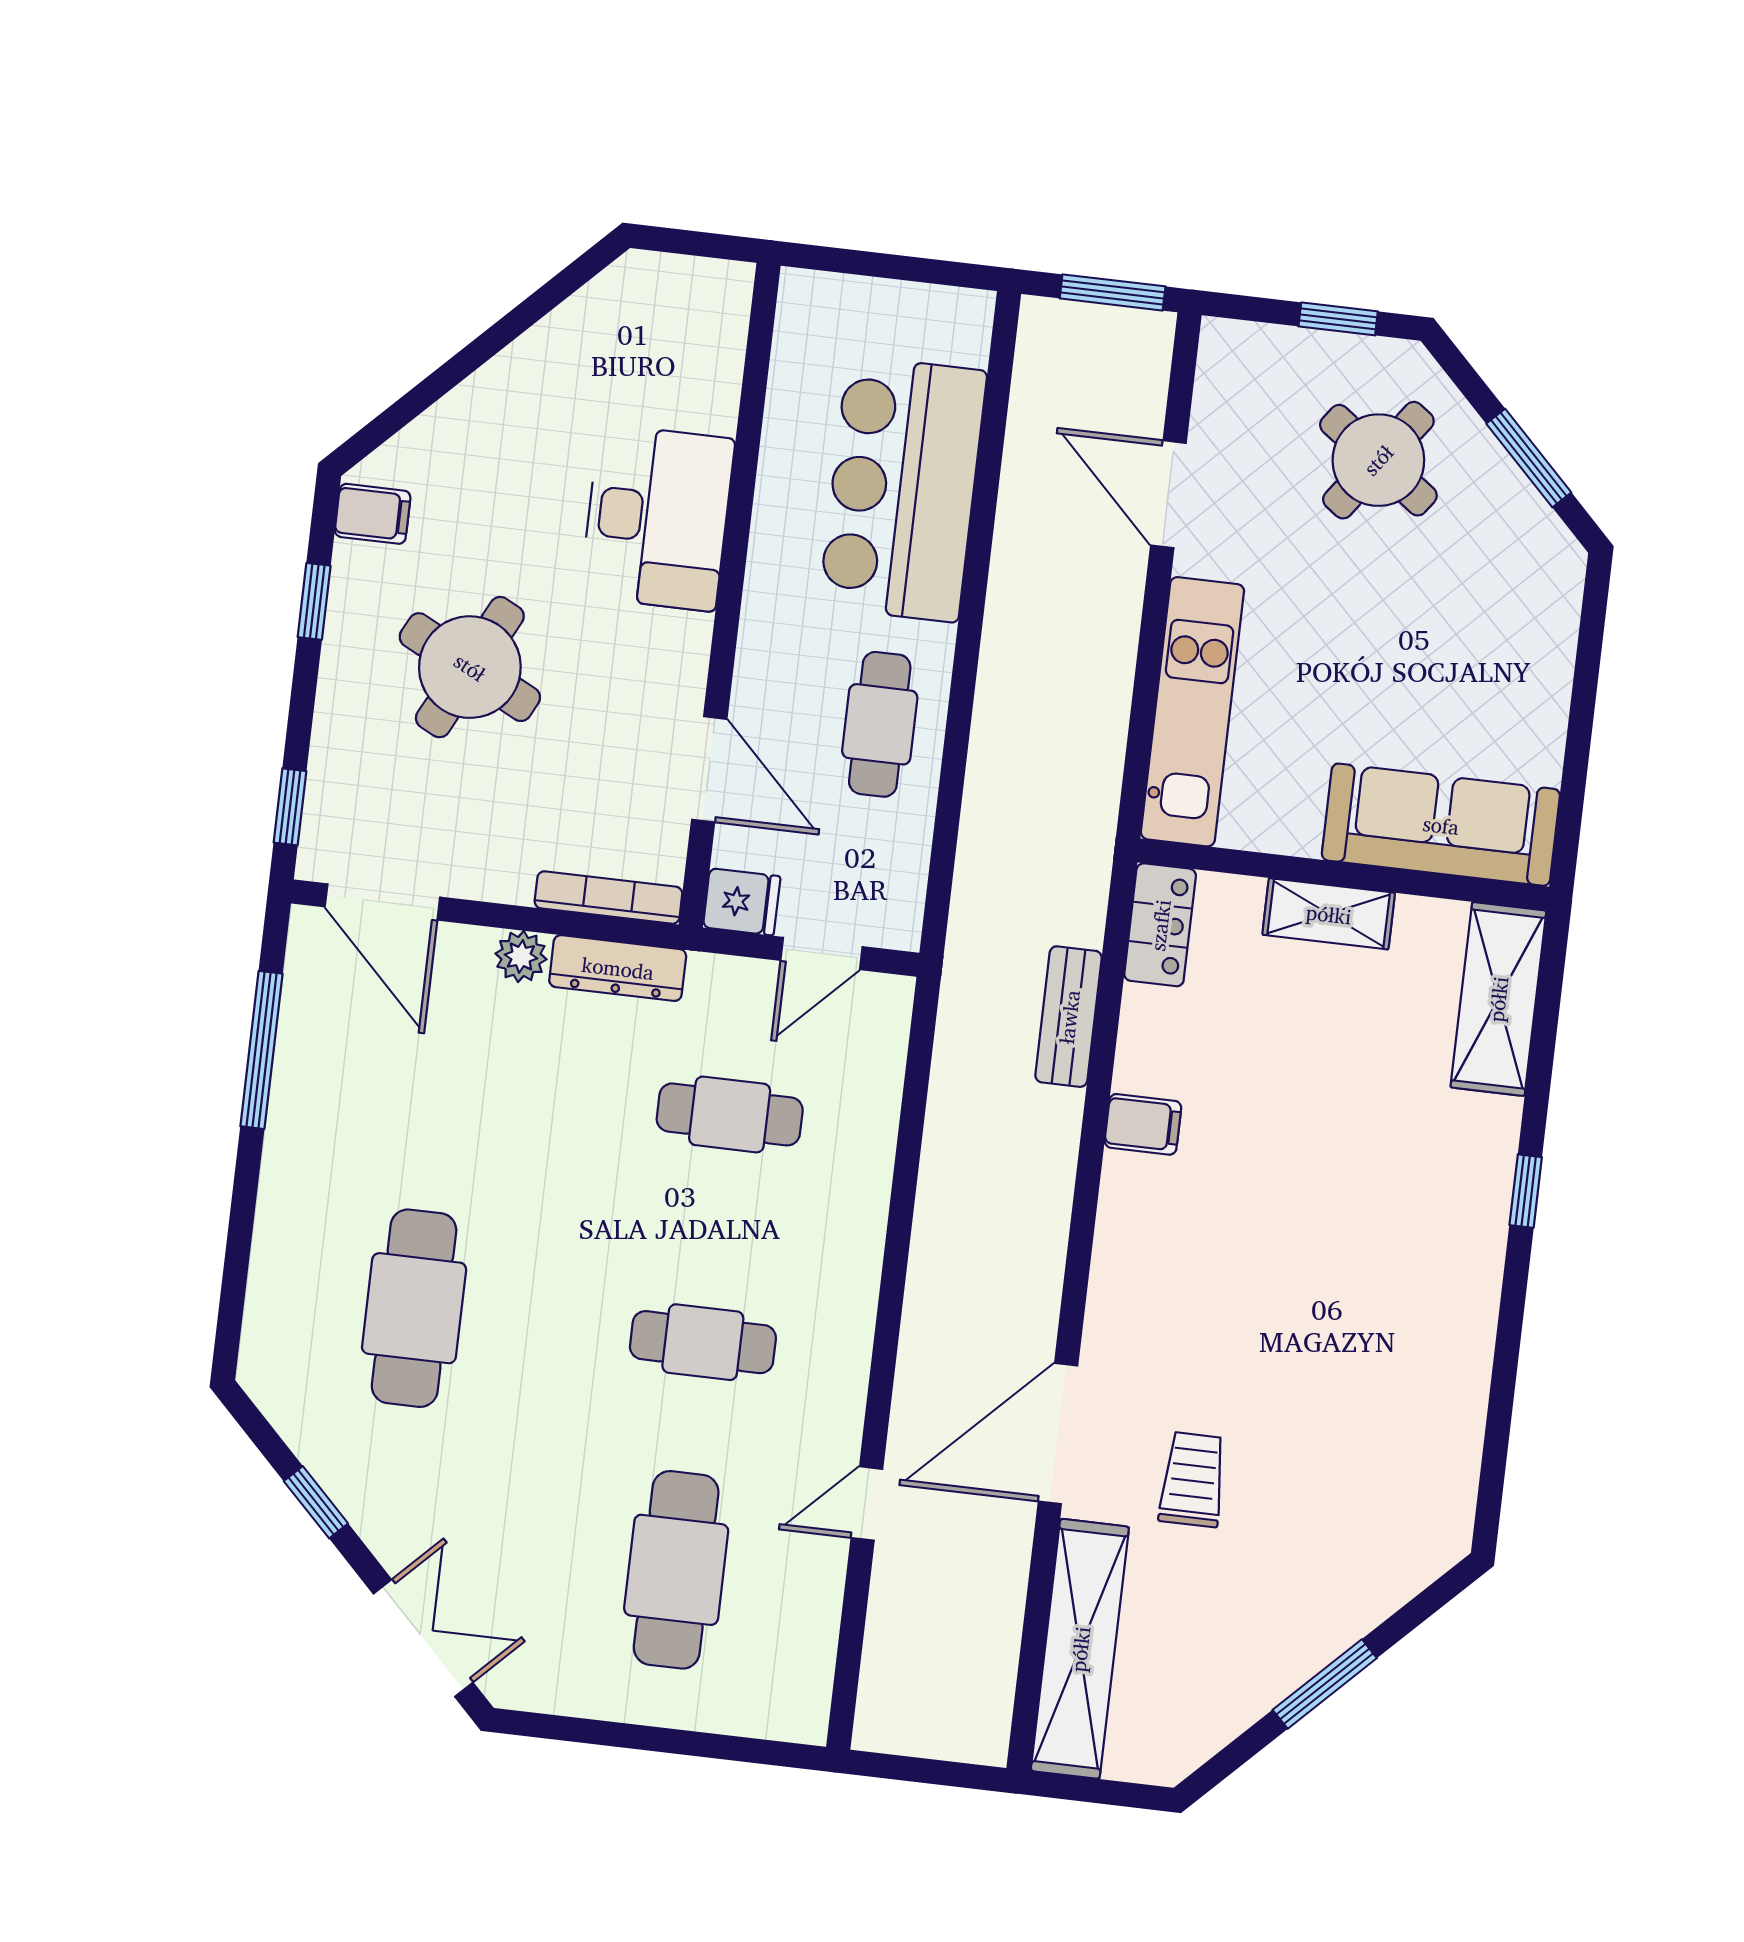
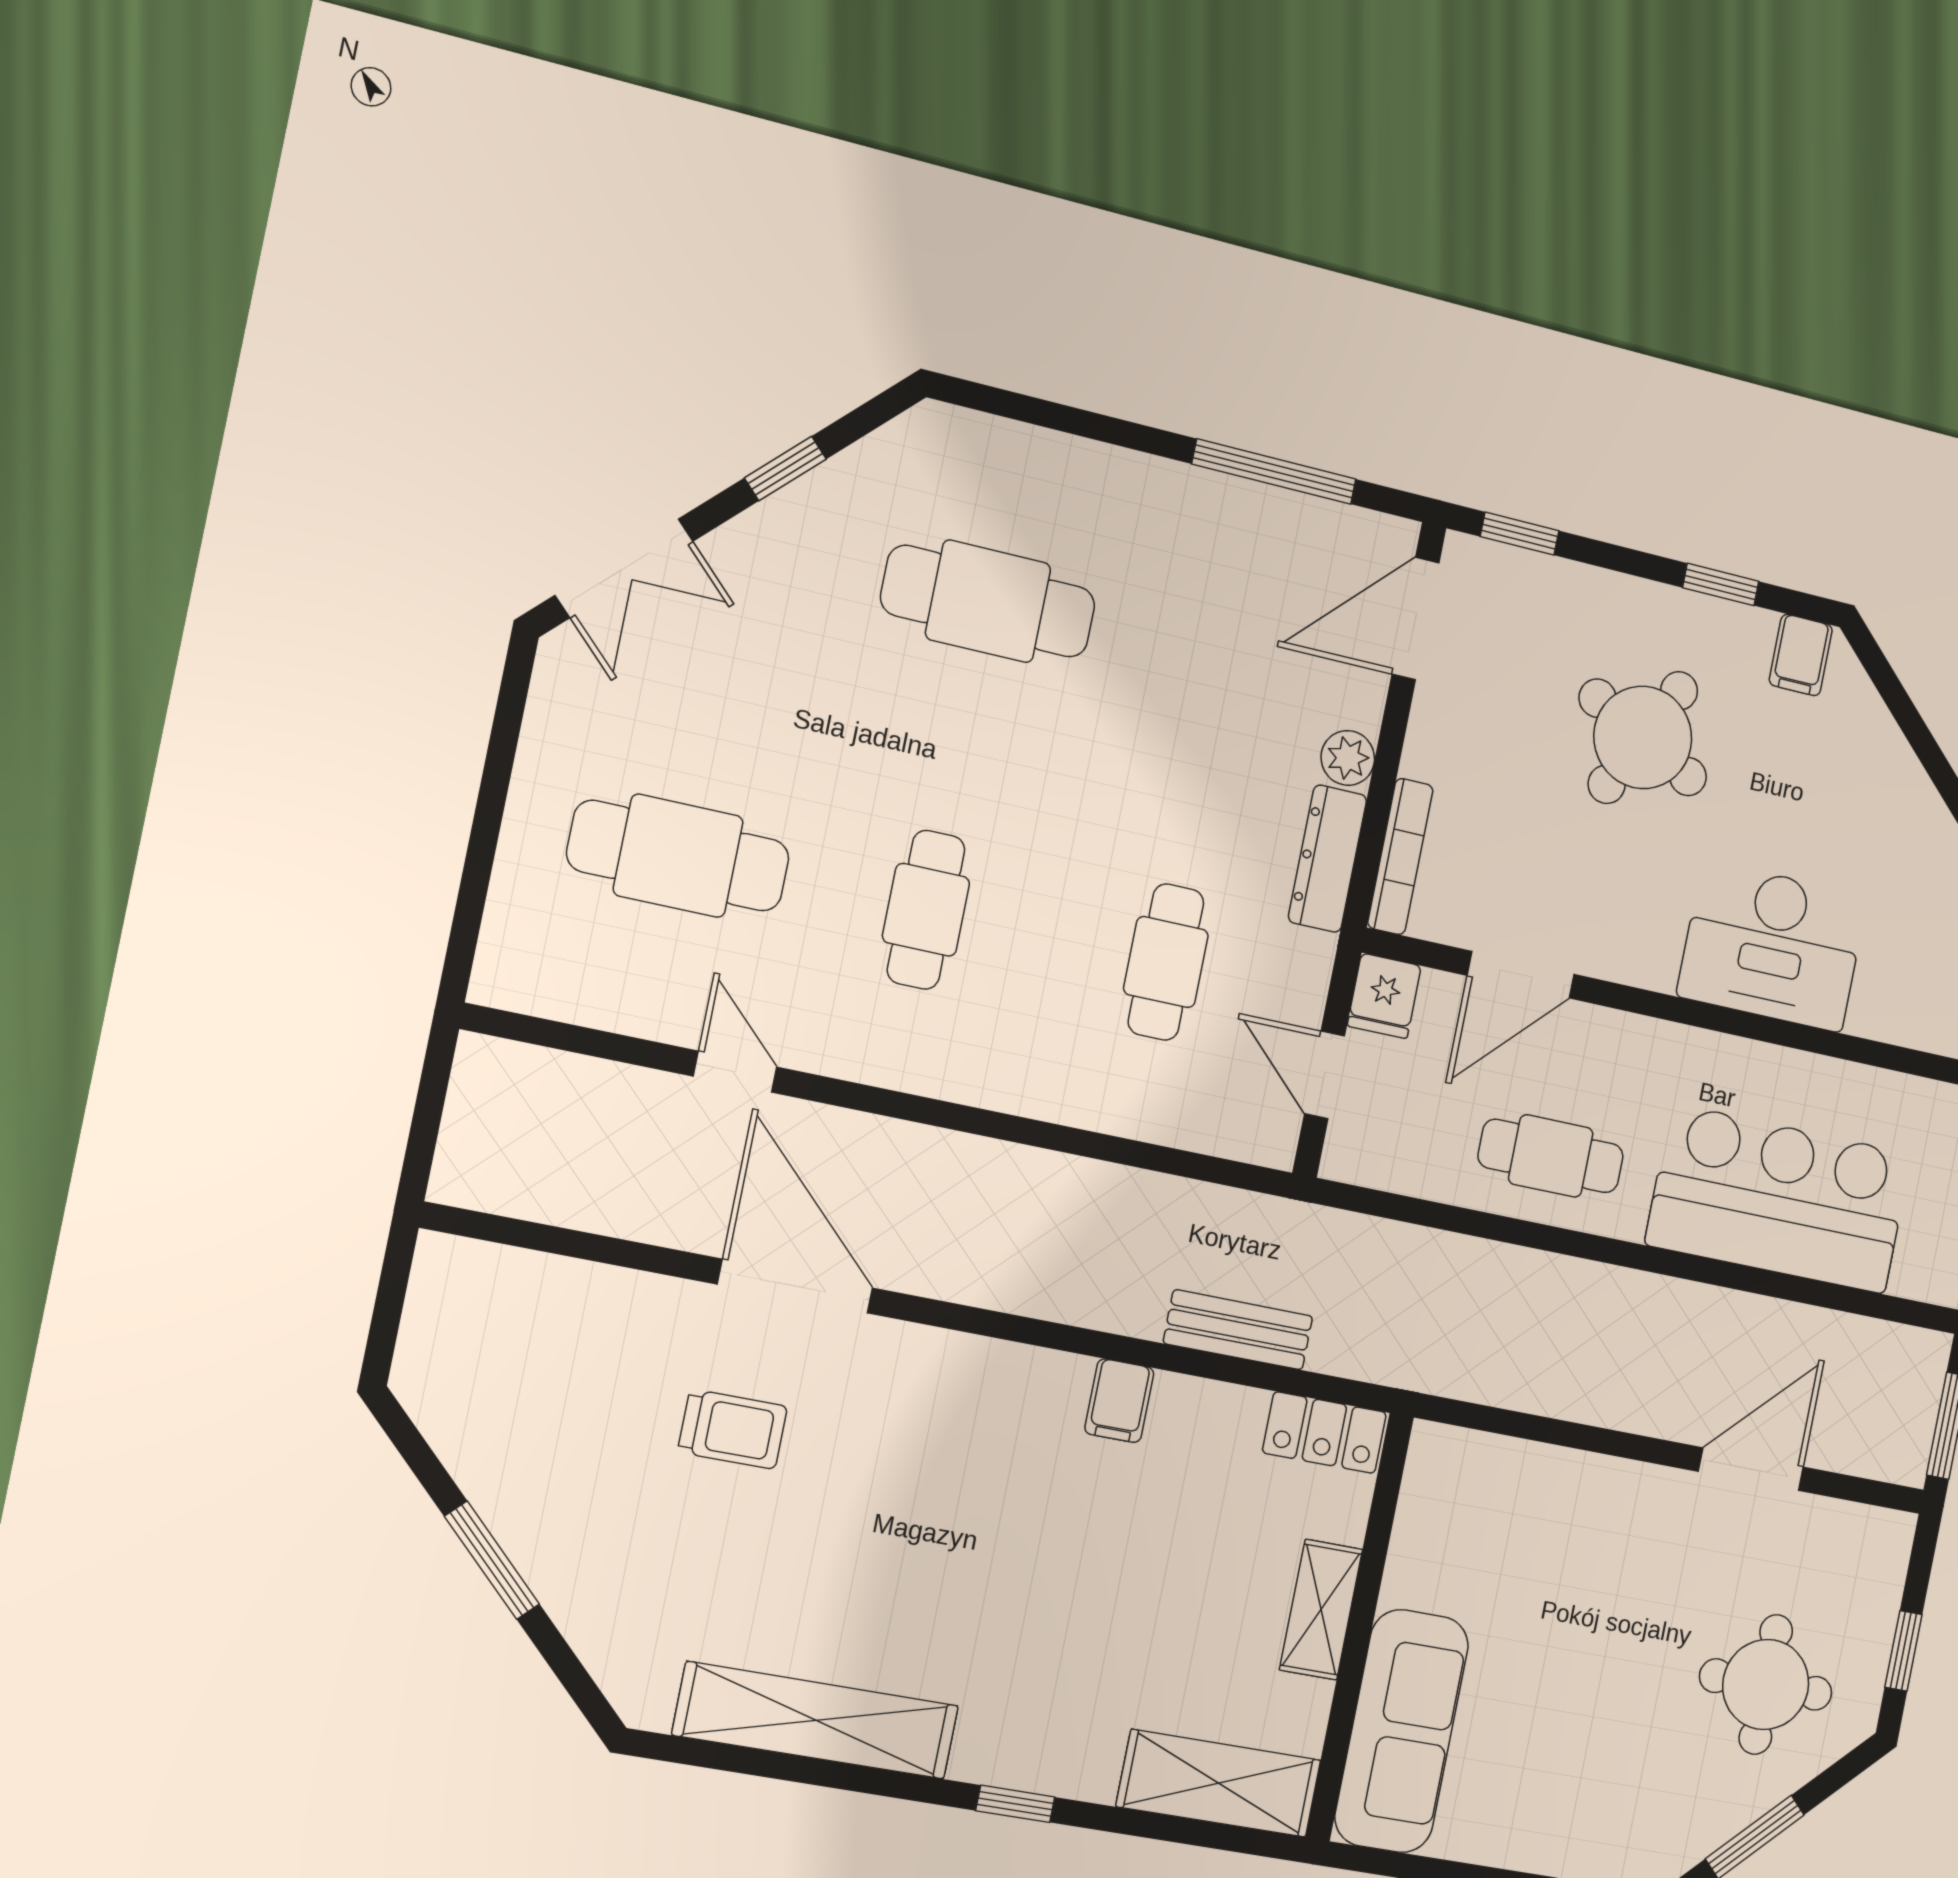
round table: (1378, 460) -> (1766, 1684), turned -36
kitchen unit: (1192, 712) -> (1536, 1480), removed
shelving: (1080, 1649) -> (816, 1720), moved

